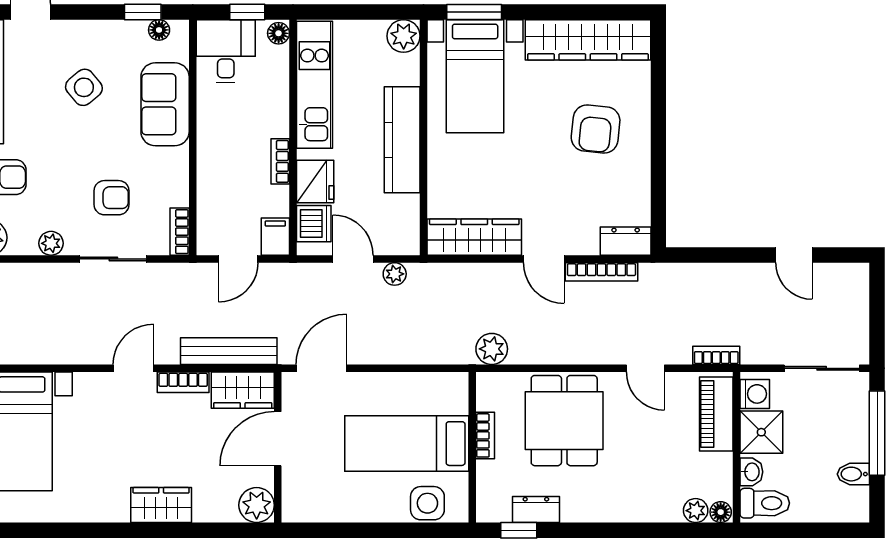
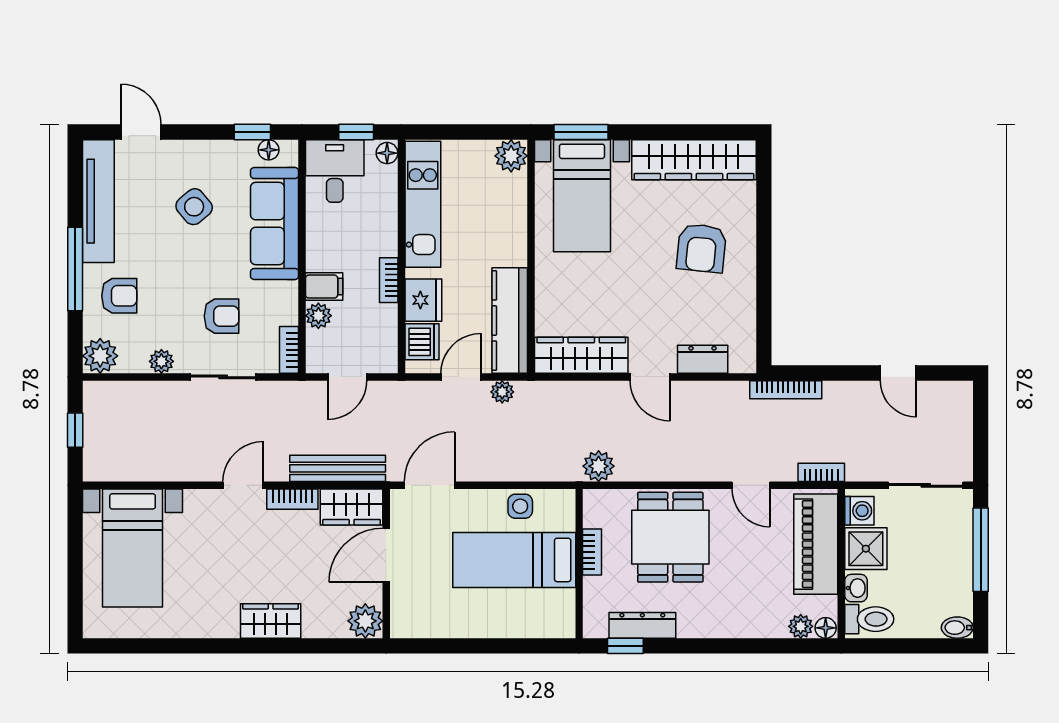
sofa: (165, 104) -> (275, 223), width x1.36
kitchen counter: (402, 140) -> (510, 321), moved
plant: (209, 197) -> (318, 316), added
filing cabinet: (275, 237) -> (324, 287), moved, turned 90
dresser: (626, 241) -> (703, 359), moved
door: (353, 259) -> (461, 377), hinge flipped
bookcase: (601, 272) -> (786, 390), moved
piano: (716, 414) -> (816, 544), width x1.37, depth x1.33
bidet: (853, 474) -> (957, 628), moved
side table: (427, 503) -> (520, 506), moved, width x0.73, depth x0.73
dresser: (536, 509) -> (642, 625), width x1.44

